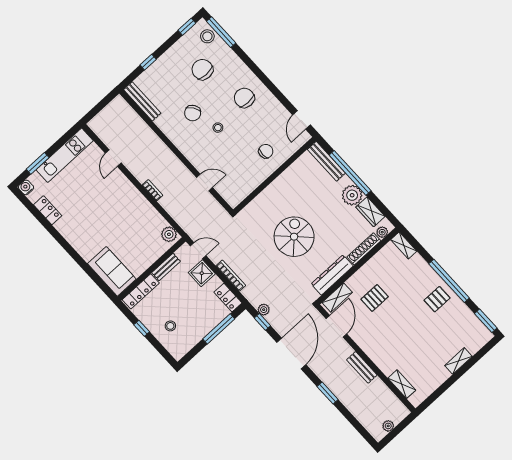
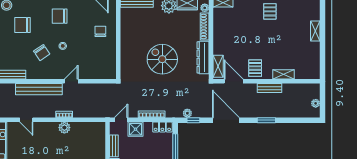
bench: (154, 143) -> (39, 89), added
door: (205, 182) -> (71, 81), moved
plant: (169, 234) -> (64, 128), moved
pallet: (375, 298) -> (255, 68), moved
shelving: (402, 384) -> (284, 74), moved

